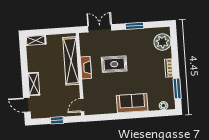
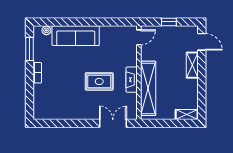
window: (134, 26) -> (73, 123), removed
double door: (100, 28) -> (113, 123), swing flipped
plant: (162, 42) -> (43, 103), removed
sofa: (132, 103) -> (76, 36), width x1.36

